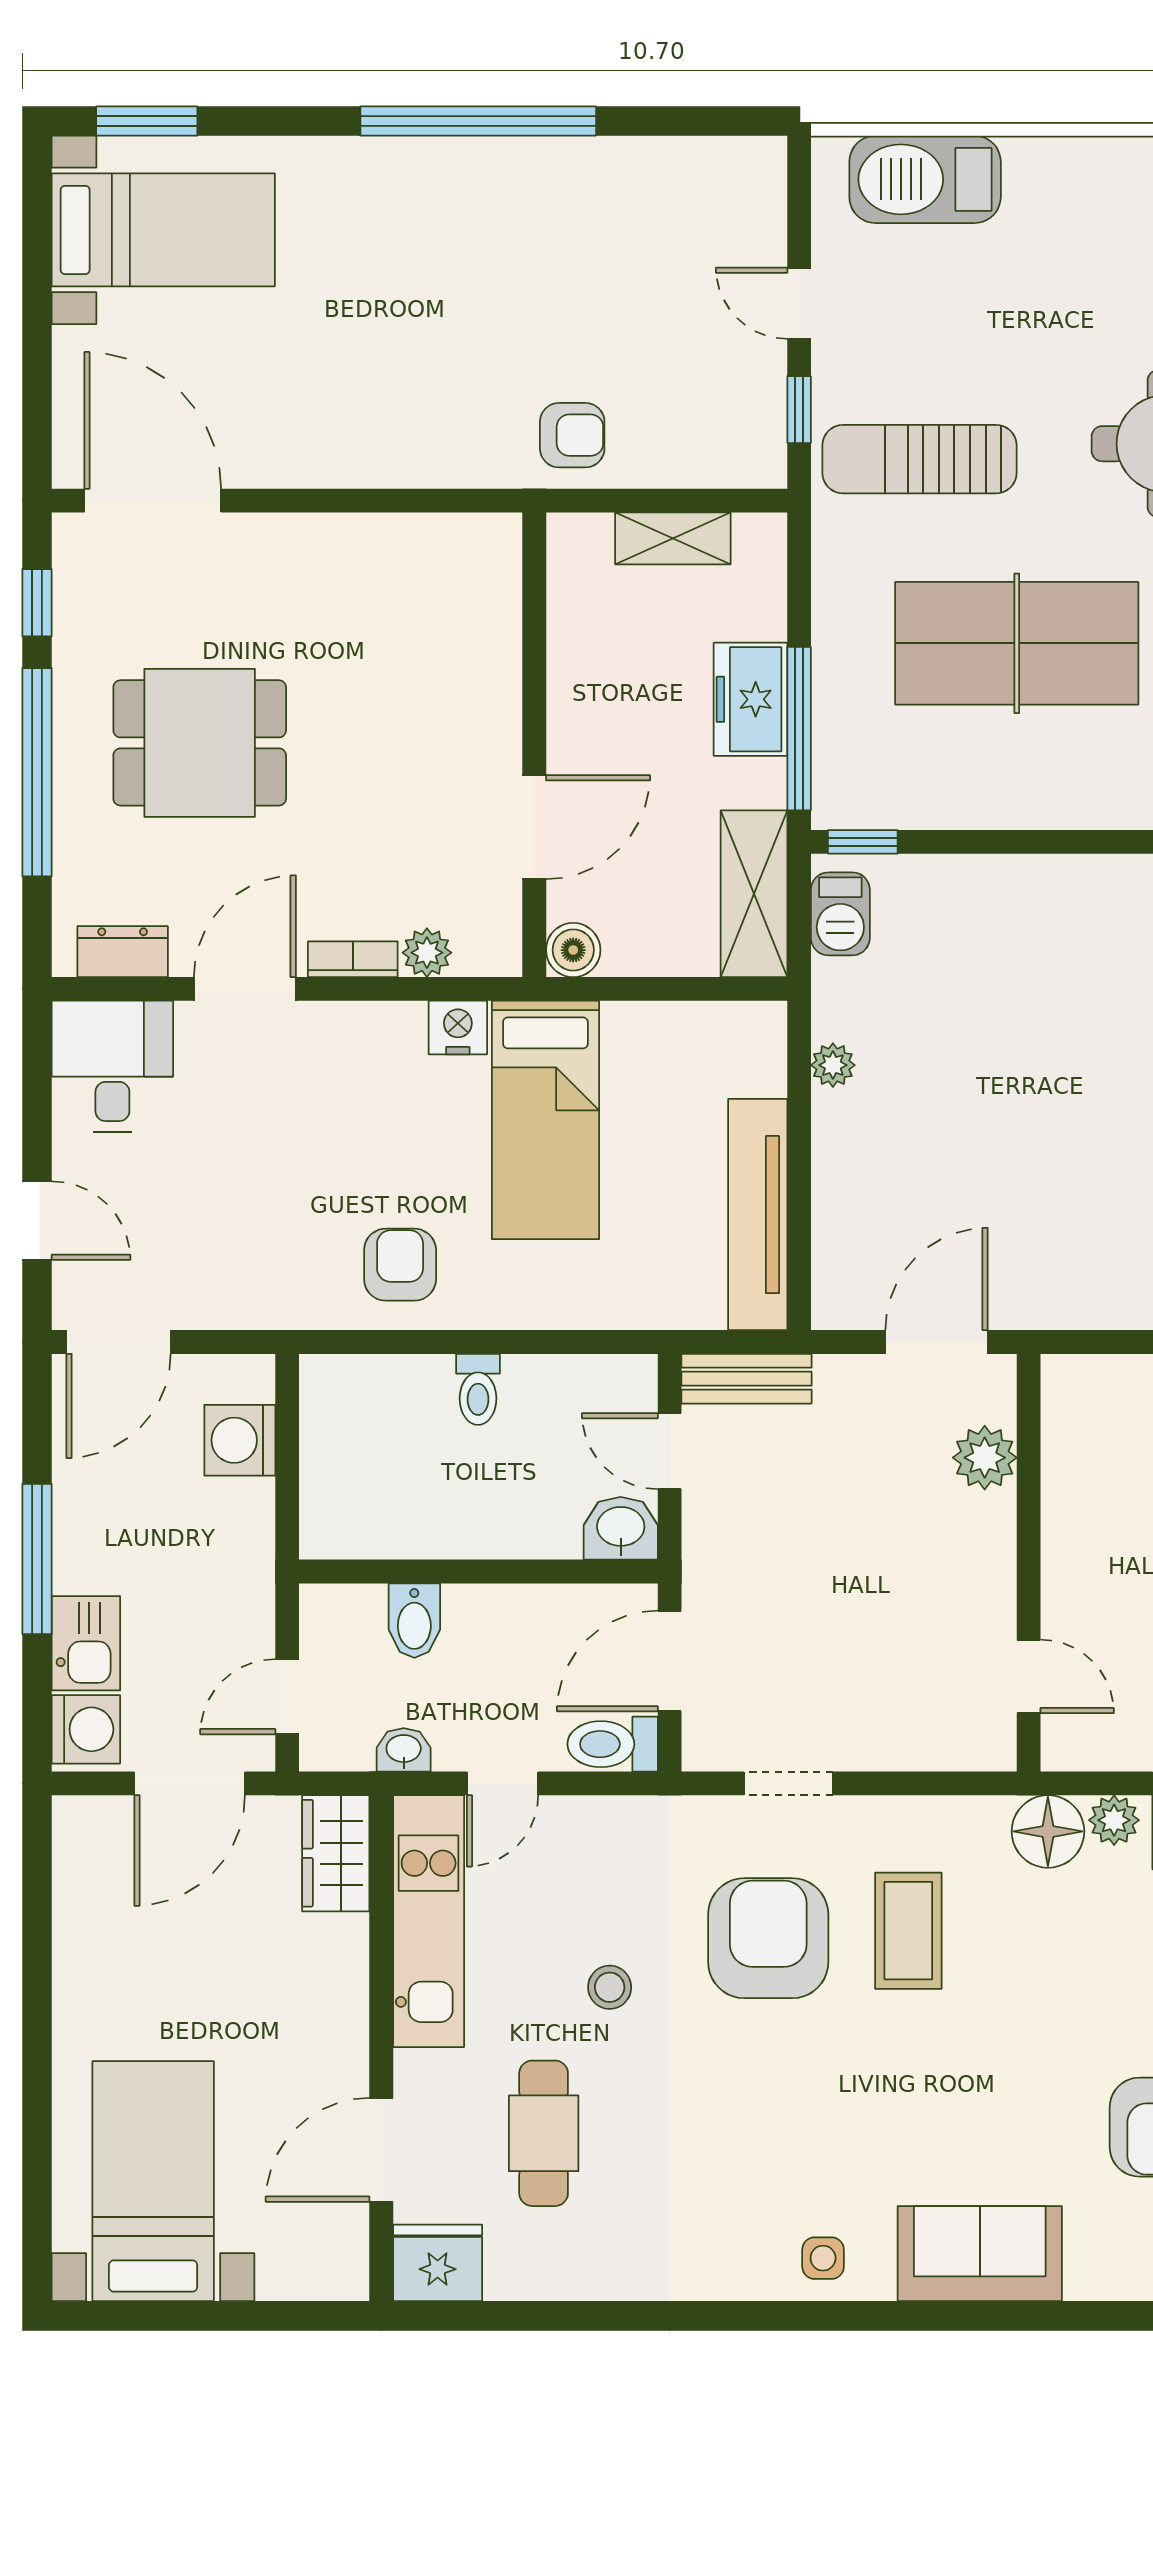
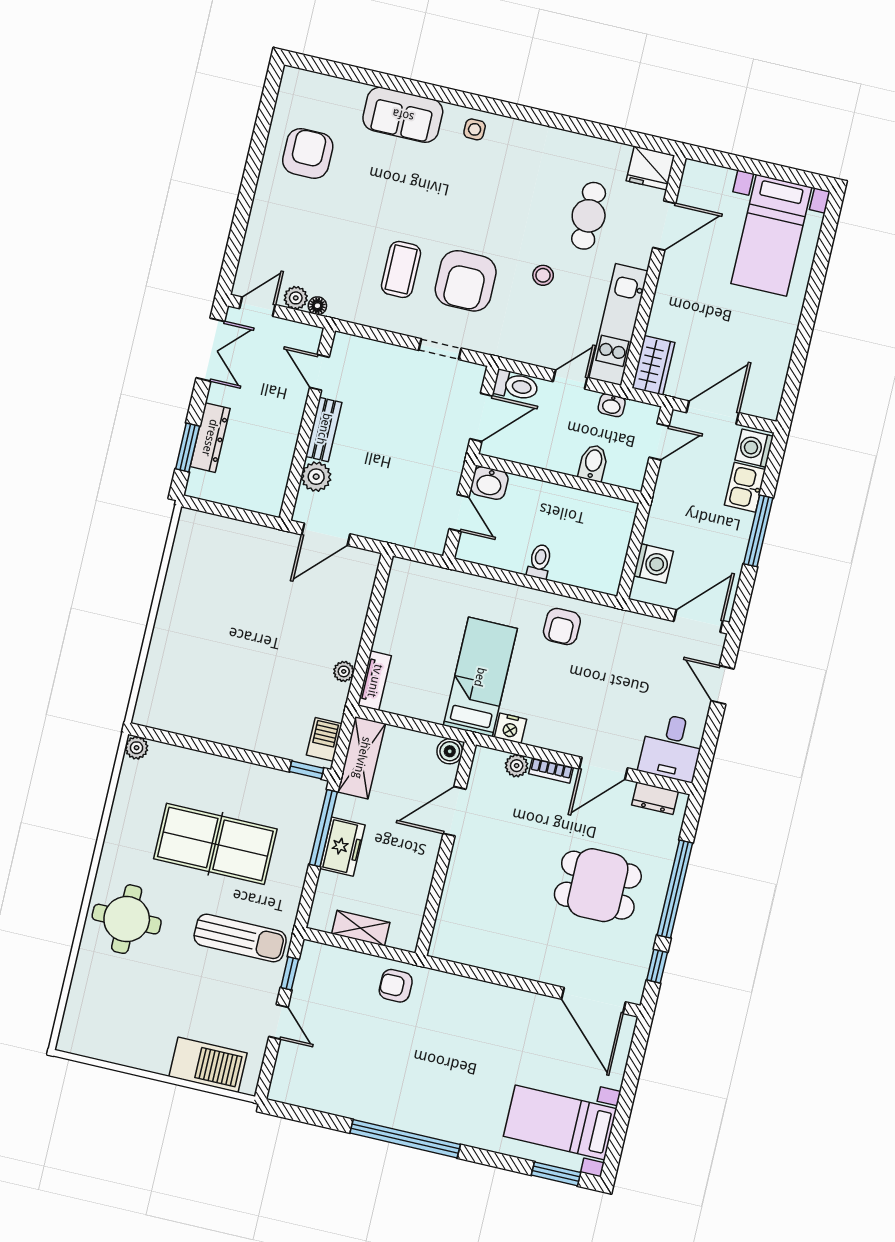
tv unit: (758, 1215) -> (375, 681), moved, width x0.52, depth x0.78
bench: (747, 1379) -> (324, 429), moved, turned 90
floor lamp: (1048, 1831) -> (317, 306), width x0.53, depth x0.53

